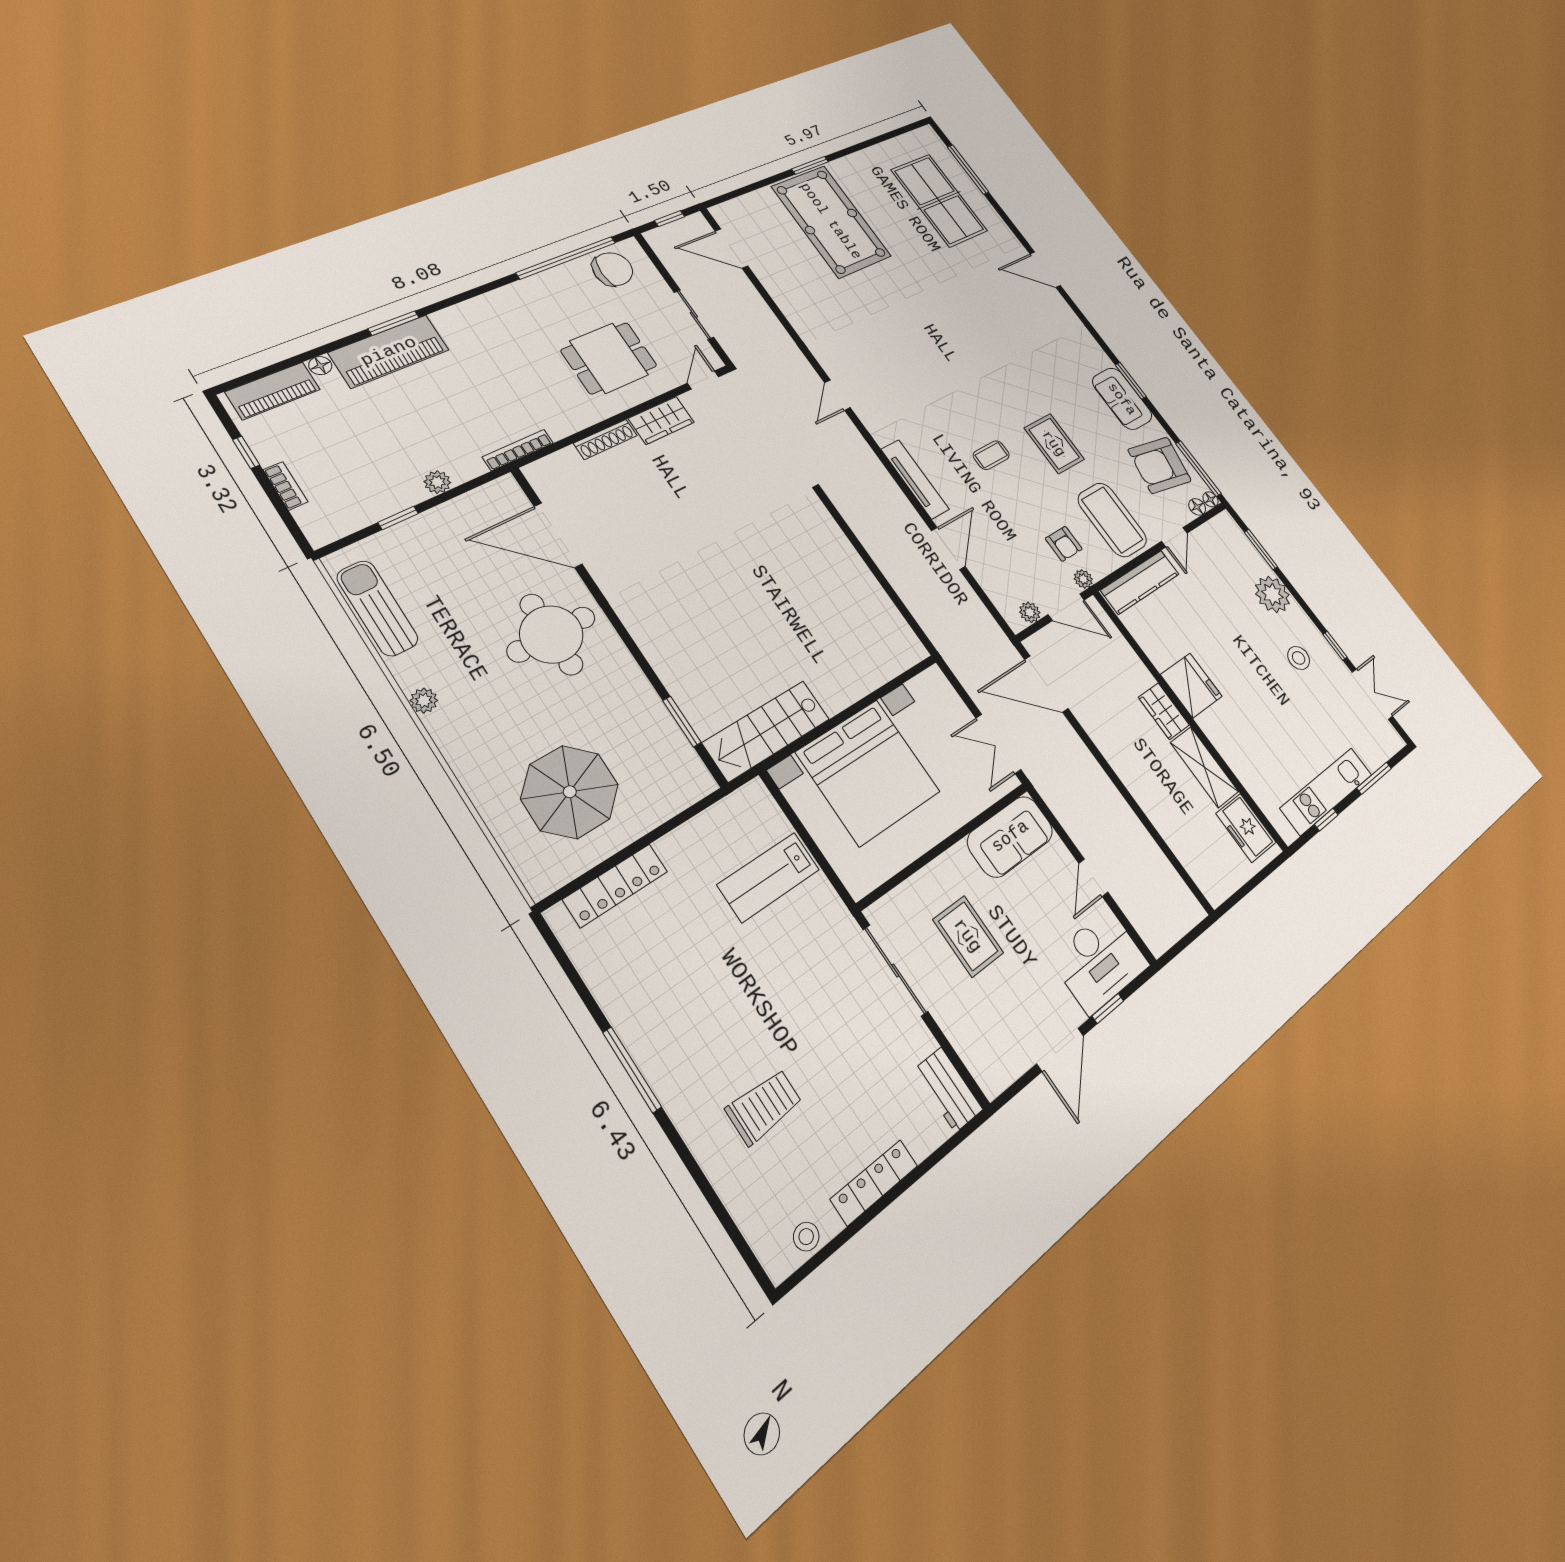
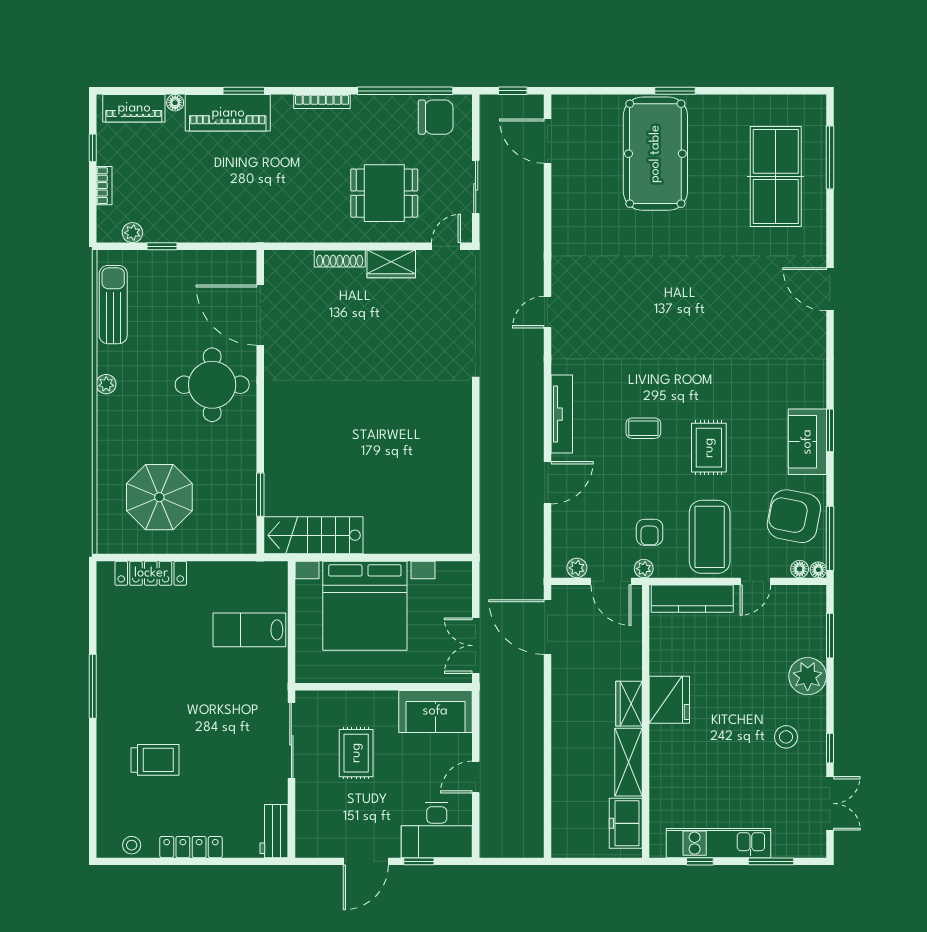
bookcase: (518, 450) -> (322, 102), moved, turned 180
plant: (437, 482) -> (132, 233), moved

